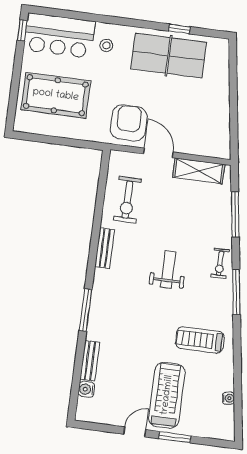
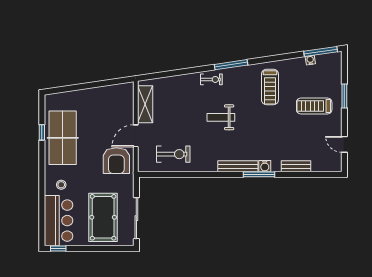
armchair: (129, 123) -> (116, 161), turned -90
sliding door: (49, 139) -> (136, 218), added
window: (235, 214) -> (321, 51), moved
bench: (105, 248) -> (238, 166), moved, width x1.36
water cooler: (86, 389) -> (265, 166), moved
treadmill: (167, 395) -> (314, 106), width x0.73, depth x0.73
door: (135, 432) -> (344, 144), moved

